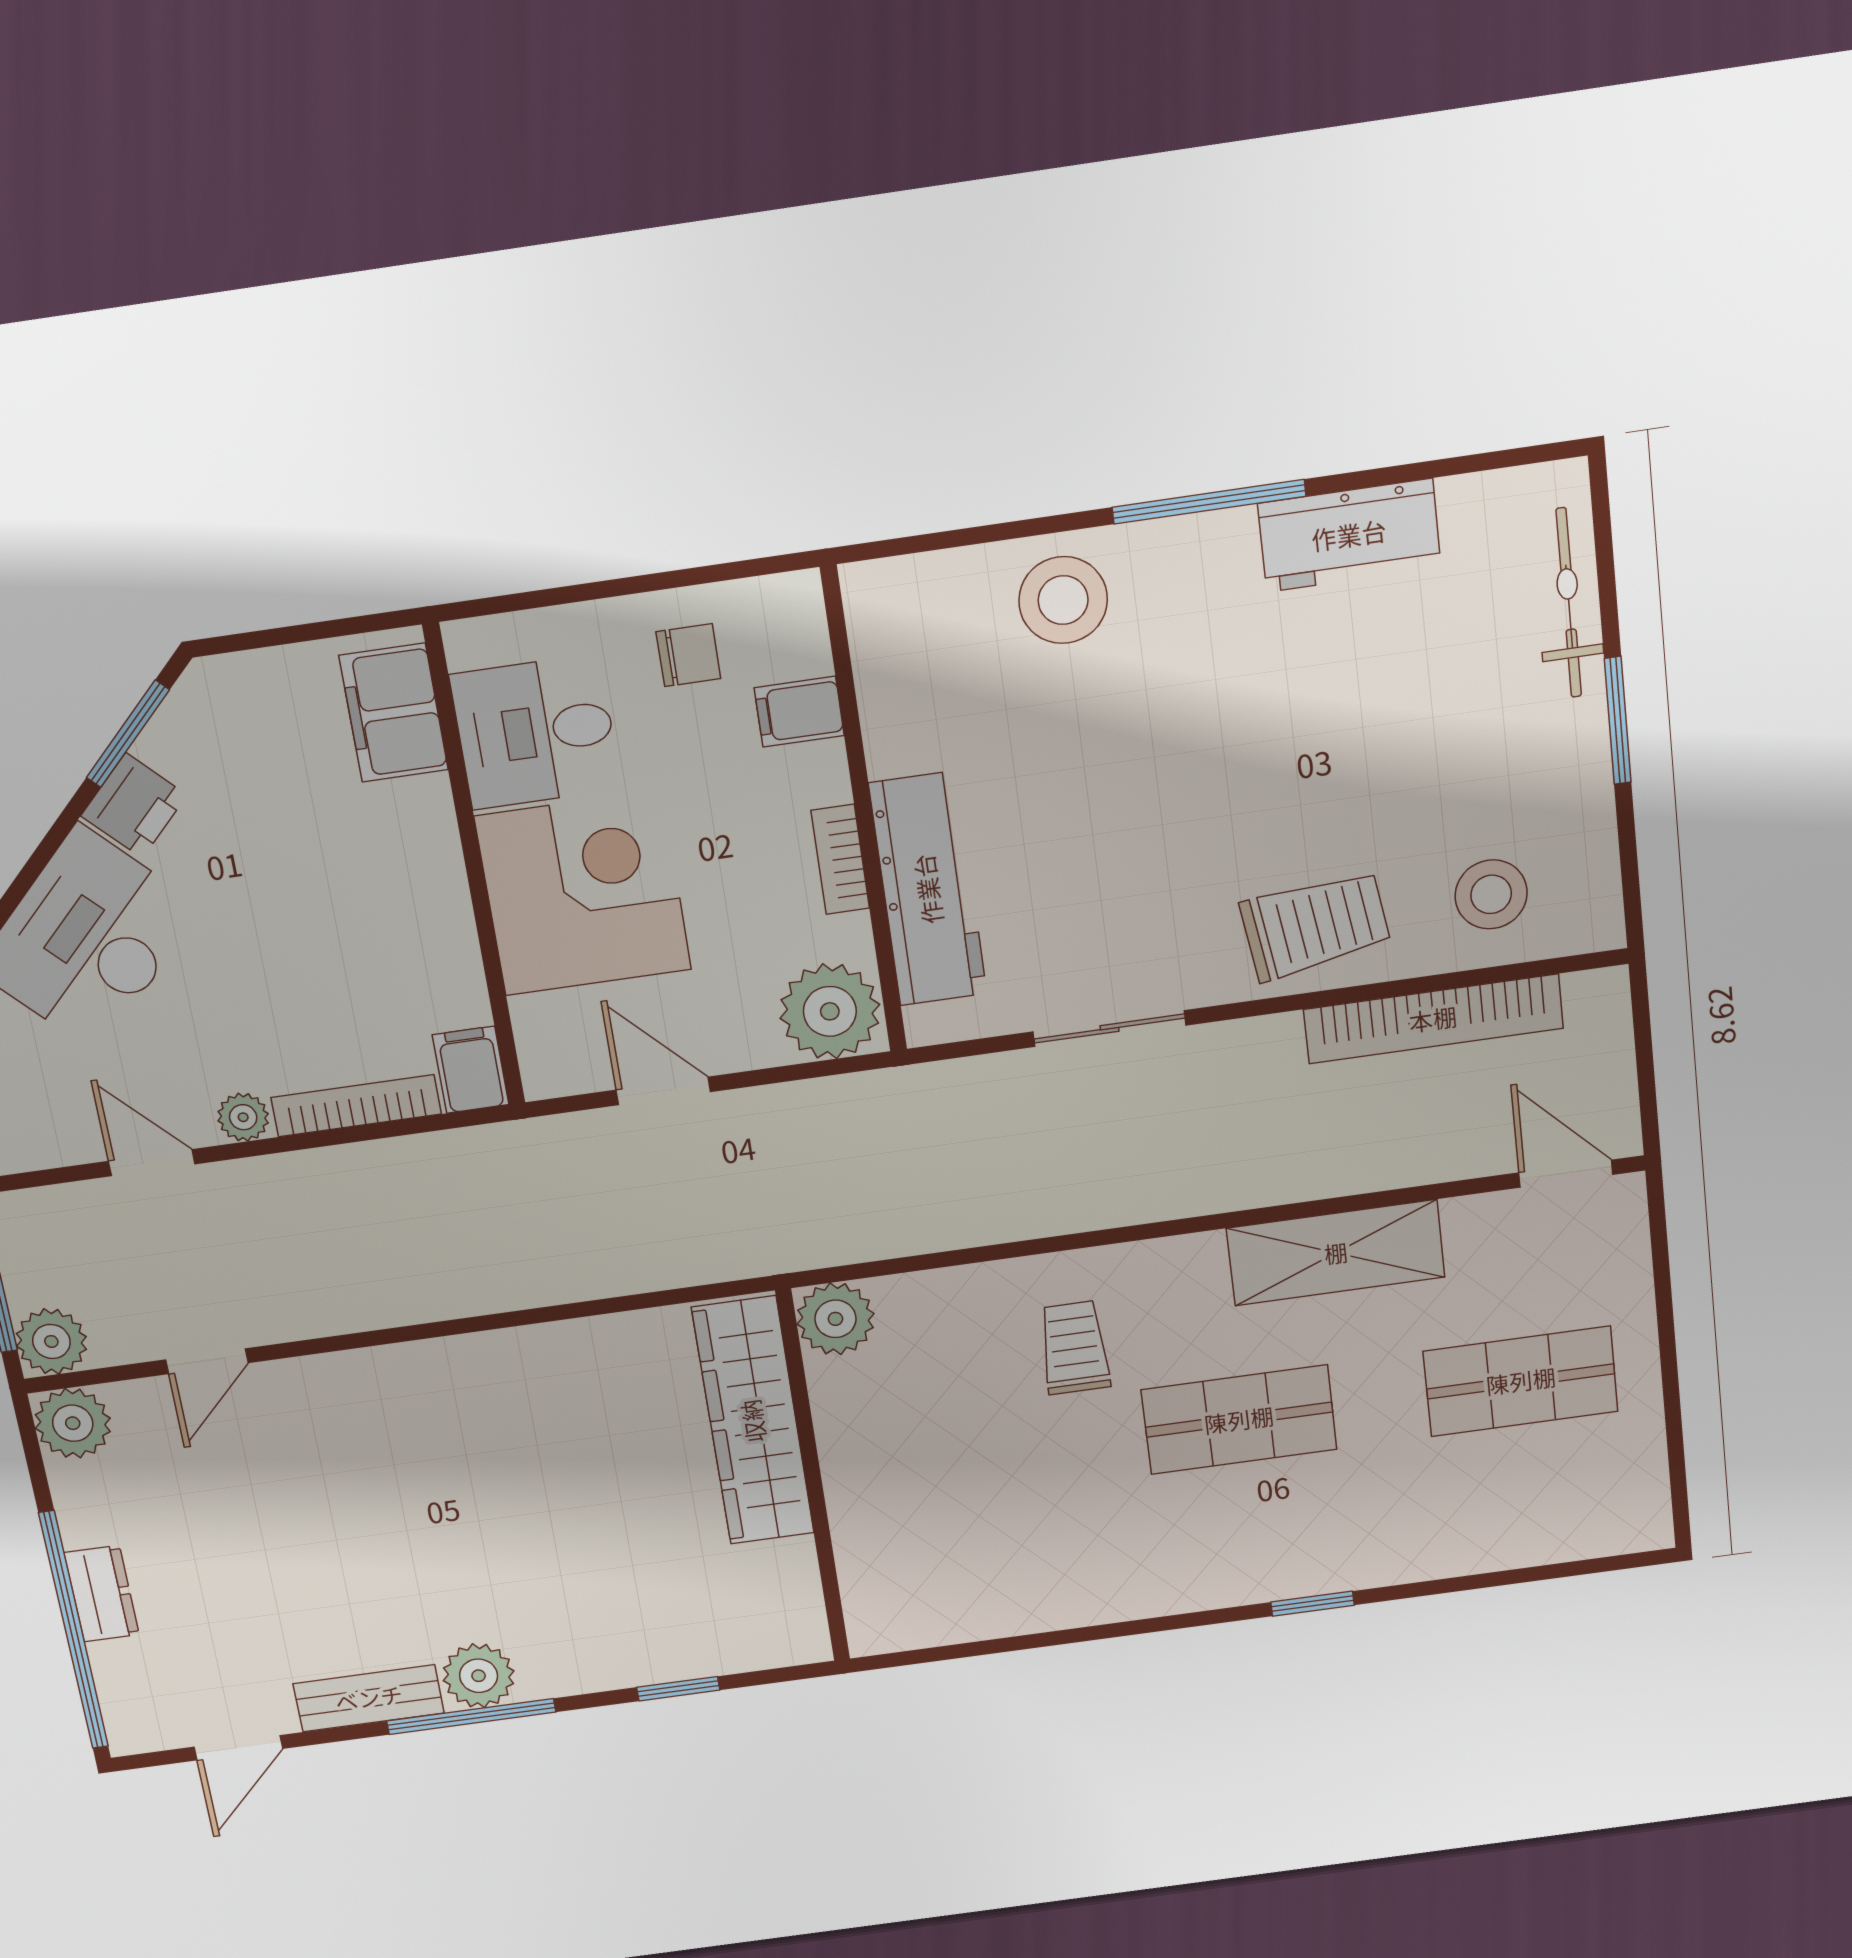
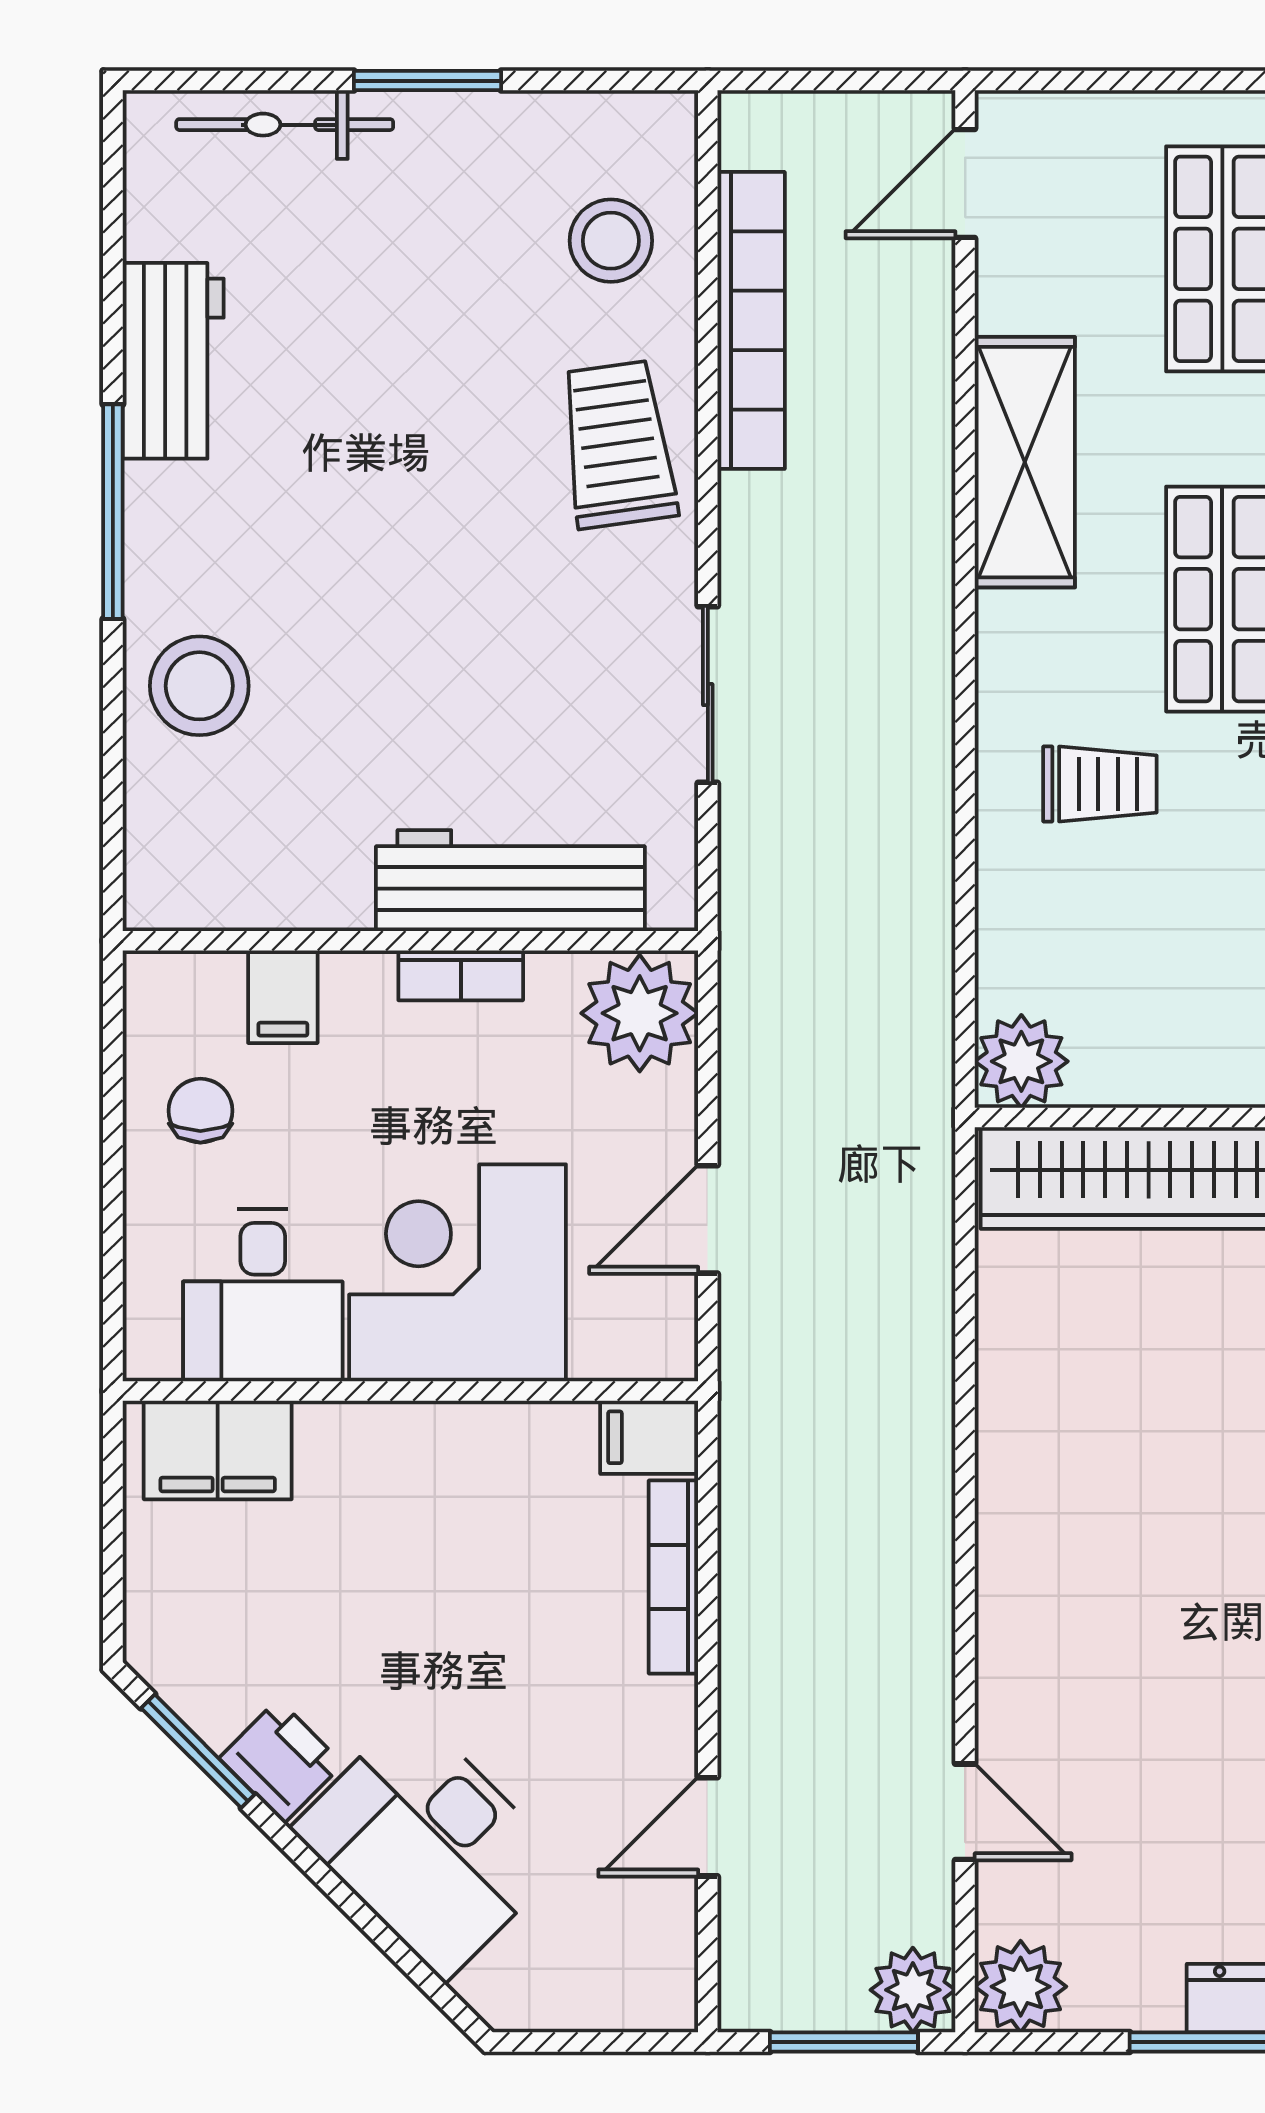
plant: (243, 1117) -> (668, 1710), removed
trolley: (1074, 1348) -> (1100, 784), turned 180

